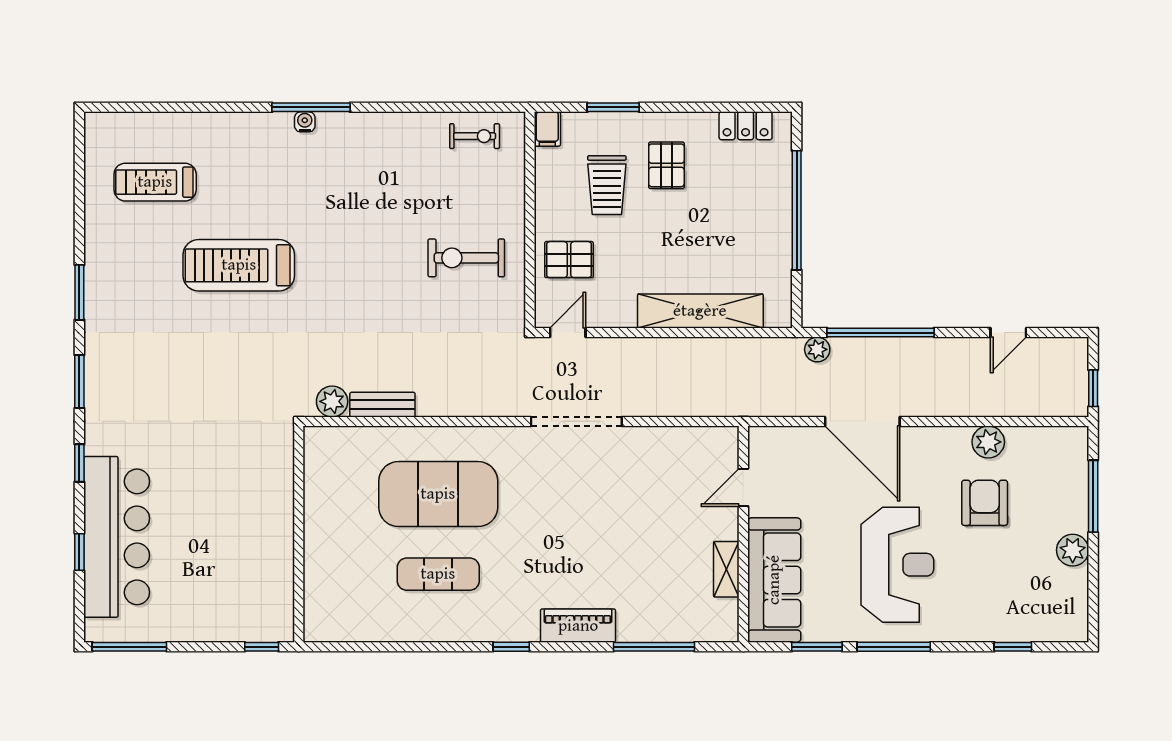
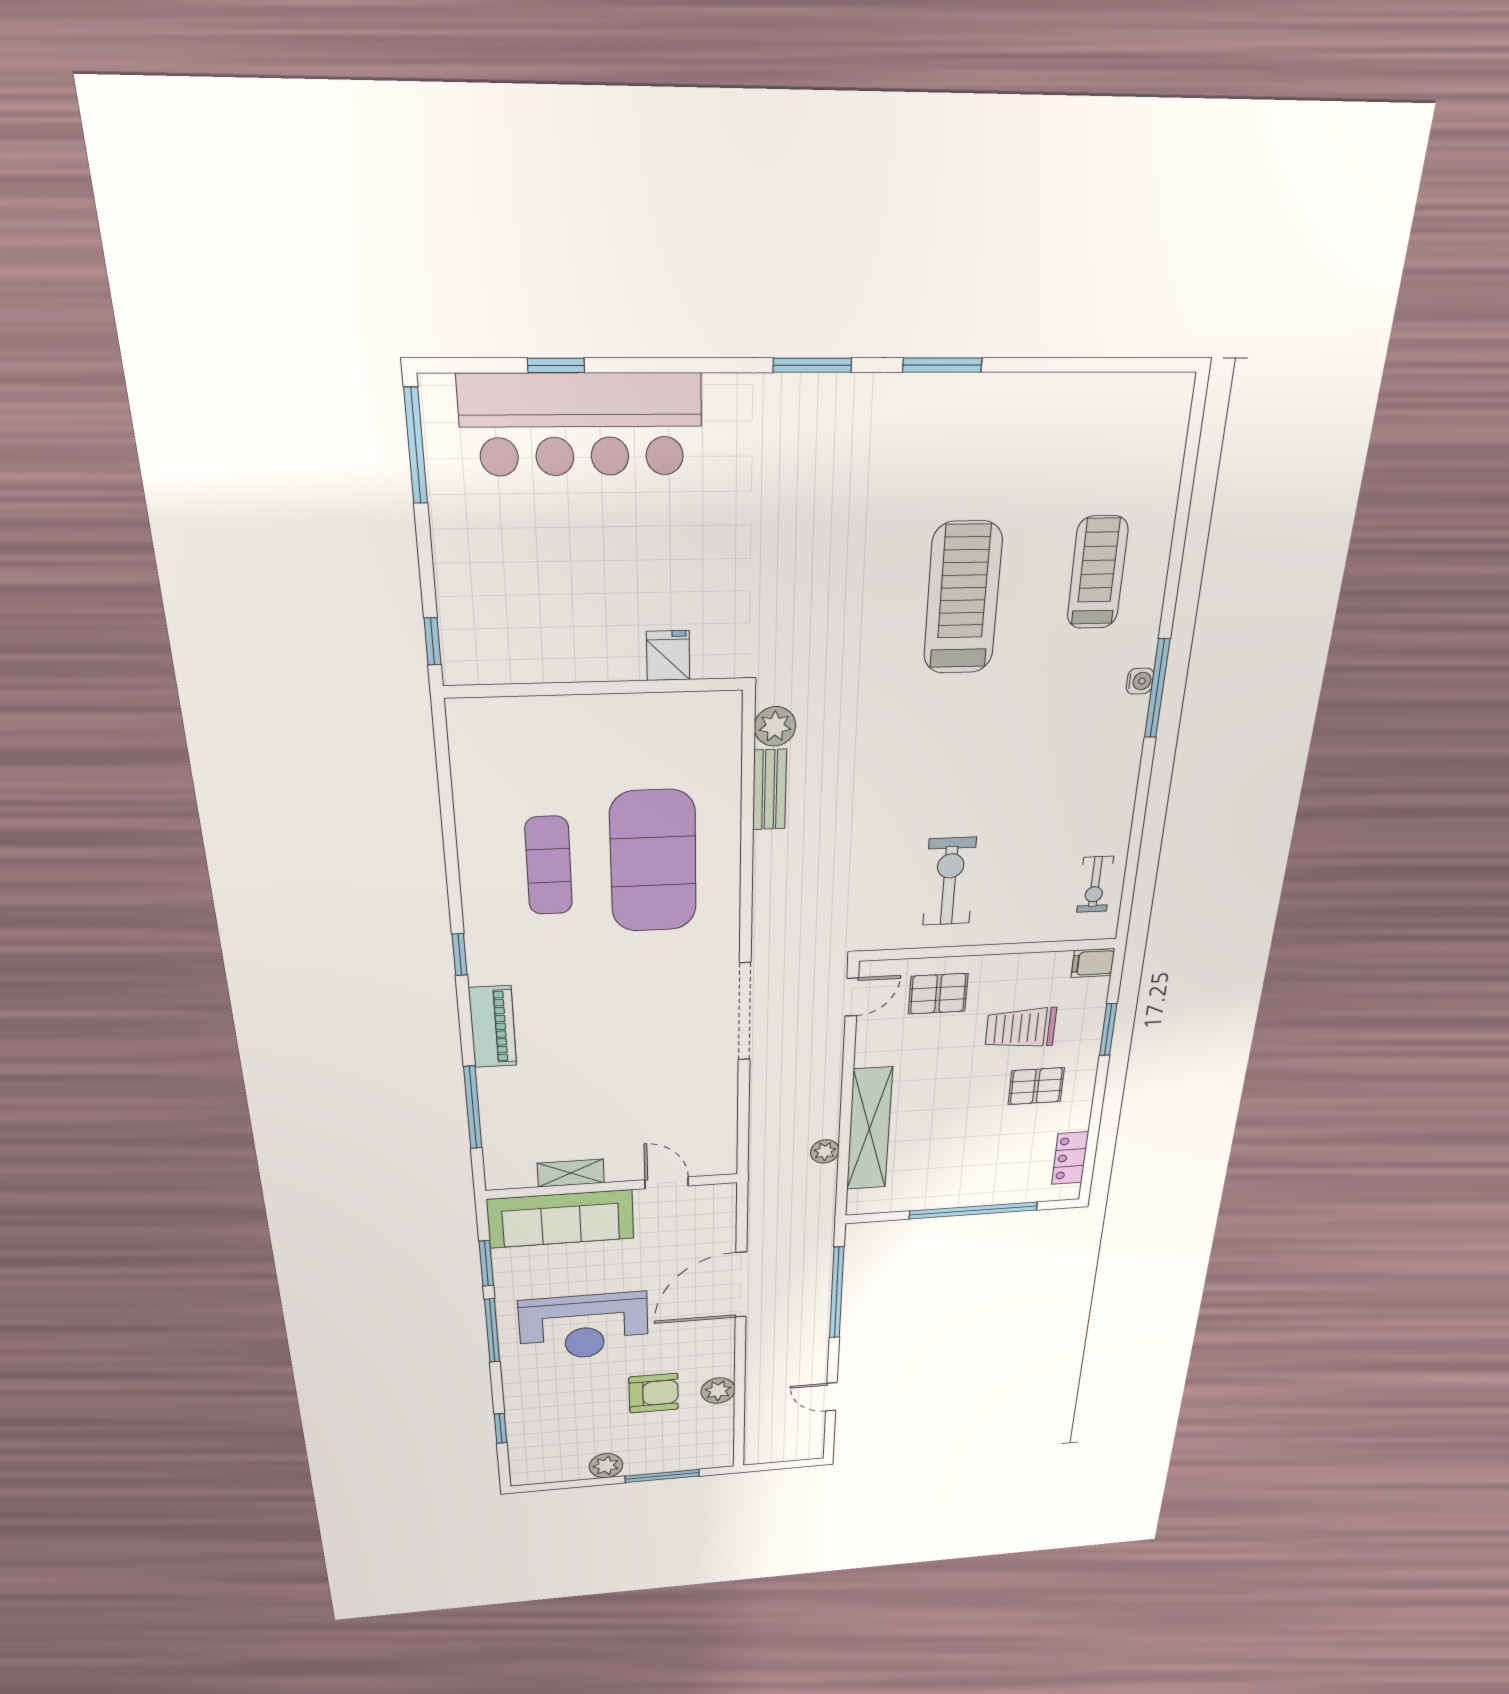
treadmill: (155, 182) -> (1097, 573), moved
pallet: (569, 260) -> (938, 994), turned 90
door: (568, 333) -> (852, 997), hinge flipped
plant: (817, 349) -> (825, 1151), moved
window: (1093, 388) -> (772, 1466), removed
window: (79, 463) -> (691, 365), removed
fridge: (276, 481) -> (668, 656), added

